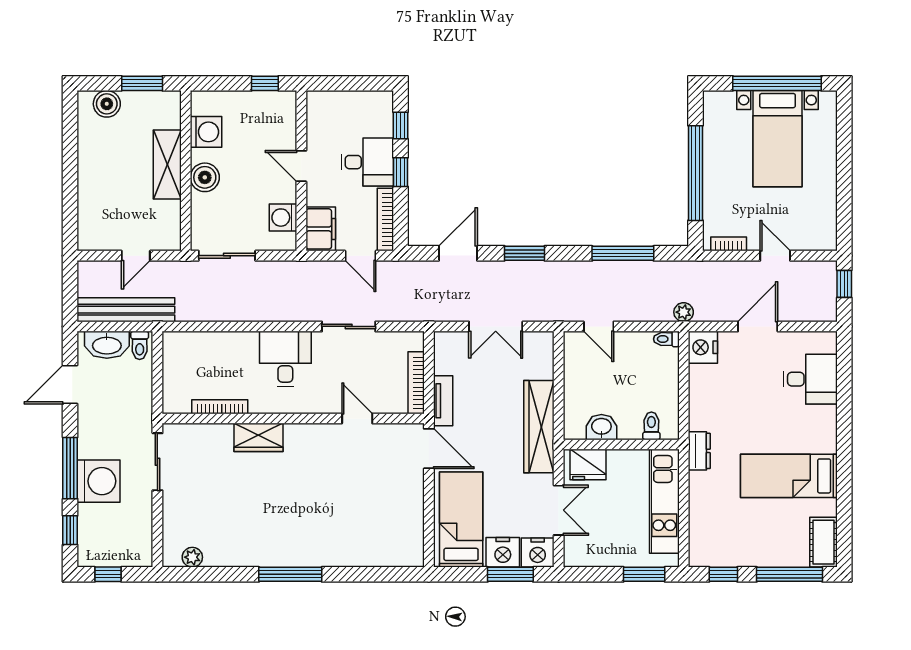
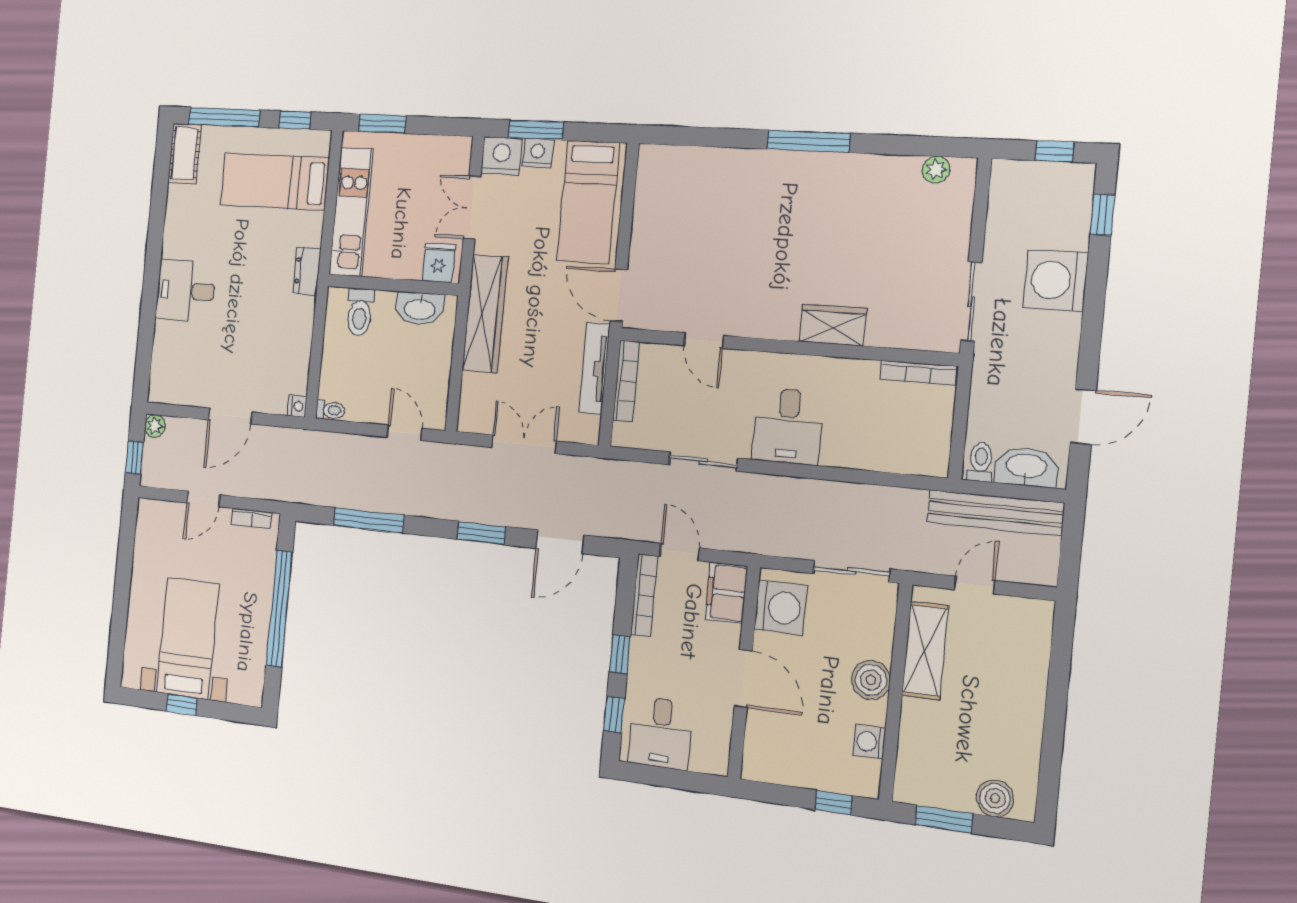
window: (265, 83) -> (834, 803), moved
window: (777, 83) -> (182, 705), width x0.32
washing machine: (206, 132) -> (869, 742), width x0.73, depth x0.73
desk: (367, 162) -> (661, 733), moved, turned -90
shelving: (167, 165) -> (925, 650), moved
door: (301, 166) -> (743, 679), width x1.38
washing machine: (283, 218) -> (781, 608), width x1.37, depth x1.37
door: (775, 256) -> (203, 499), hinge flipped
plant: (684, 312) -> (155, 426), moved
nightstand: (703, 347) -> (297, 406), width x0.53, depth x0.56
desk: (810, 379) -> (186, 291), moved
tv unit: (443, 401) -> (594, 368), width x1.41
bookcase: (220, 407) -> (918, 373), moved
toilet: (651, 426) -> (360, 312), width x1.37, depth x1.39
washbasin: (601, 427) -> (420, 308), width x1.38
fridge: (588, 465) -> (439, 263), width x0.72
window: (70, 468) -> (1094, 301), removed
bed: (789, 476) -> (275, 182), moved, turned 180
nightstand: (503, 552) -> (538, 153), width x0.74, depth x0.75

